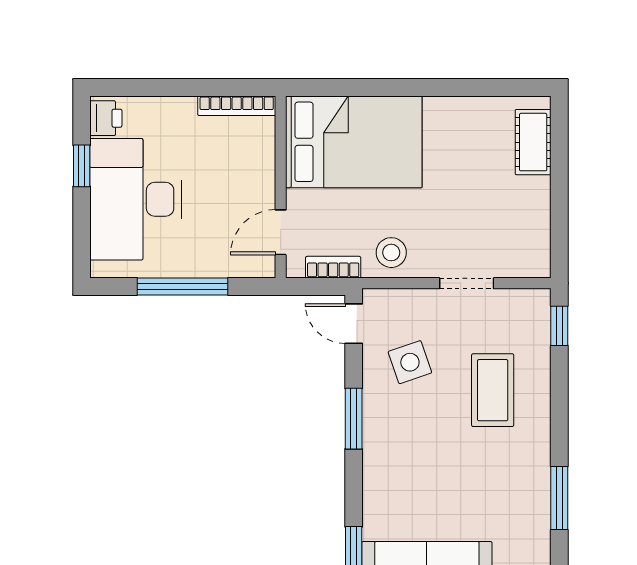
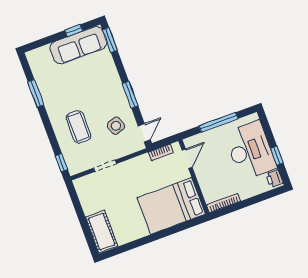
cot: (533, 142) -> (102, 231), width x1.37, depth x1.34
stool: (391, 253) -> (140, 167), removed
door: (354, 324) -> (144, 133), hinge flipped

